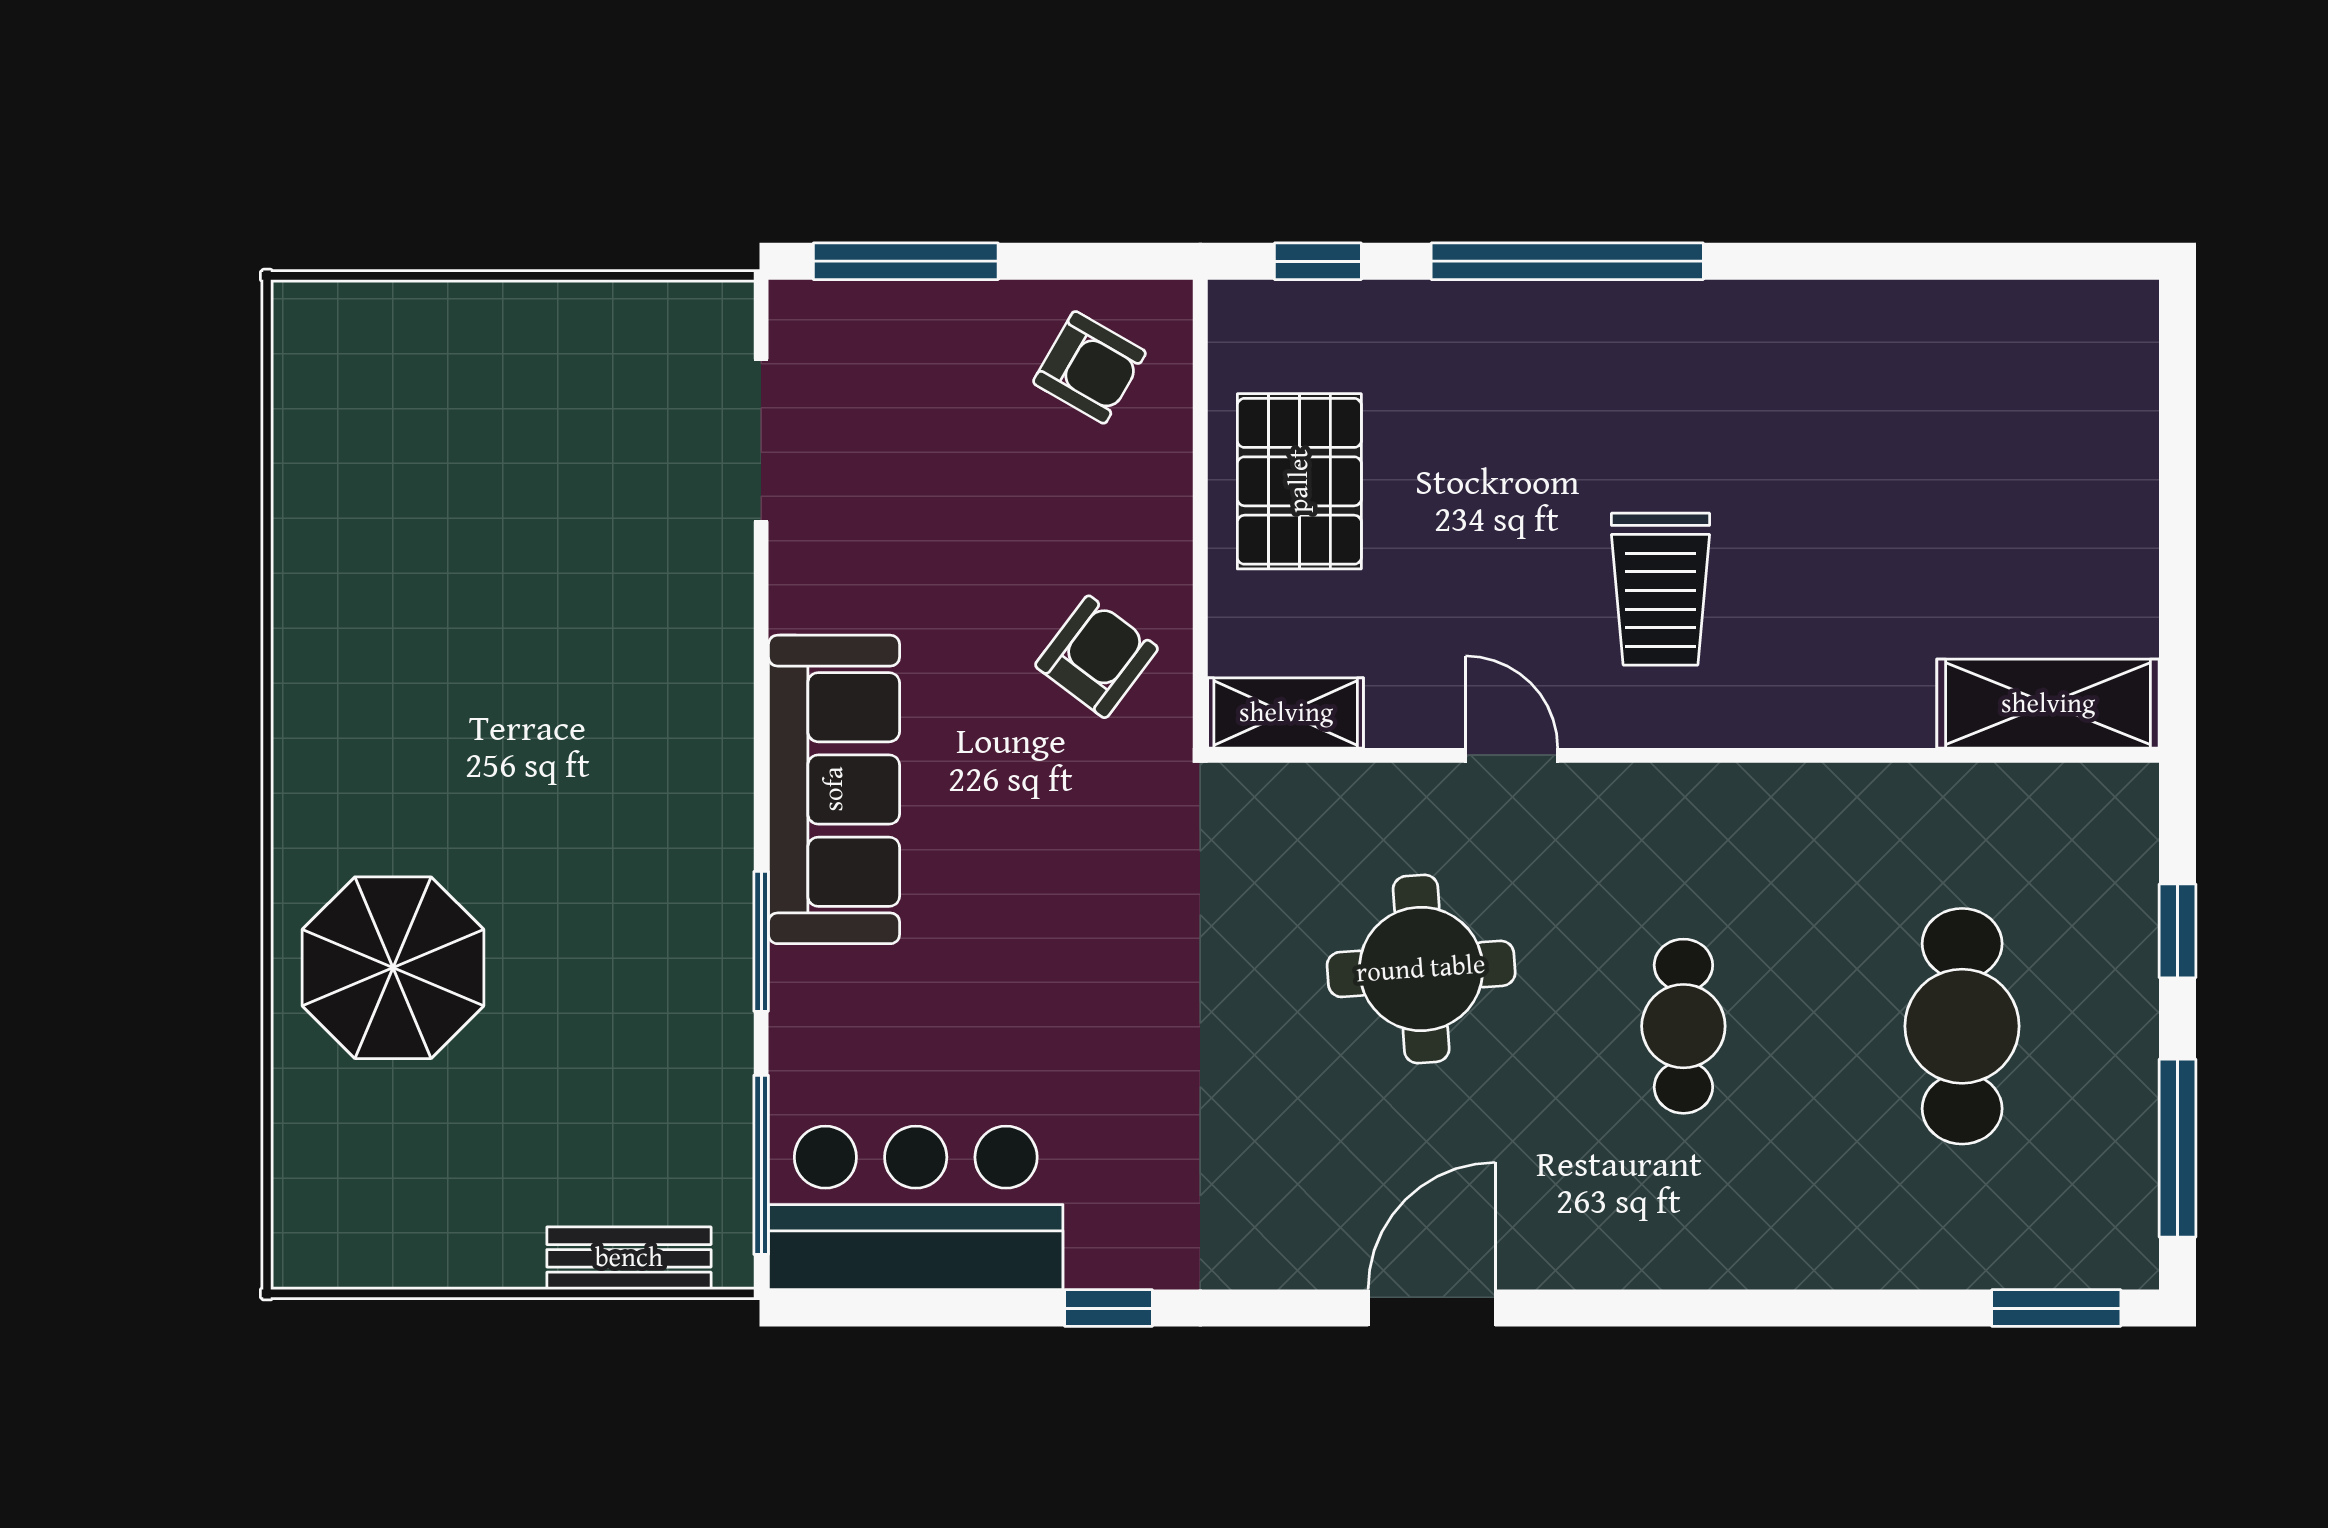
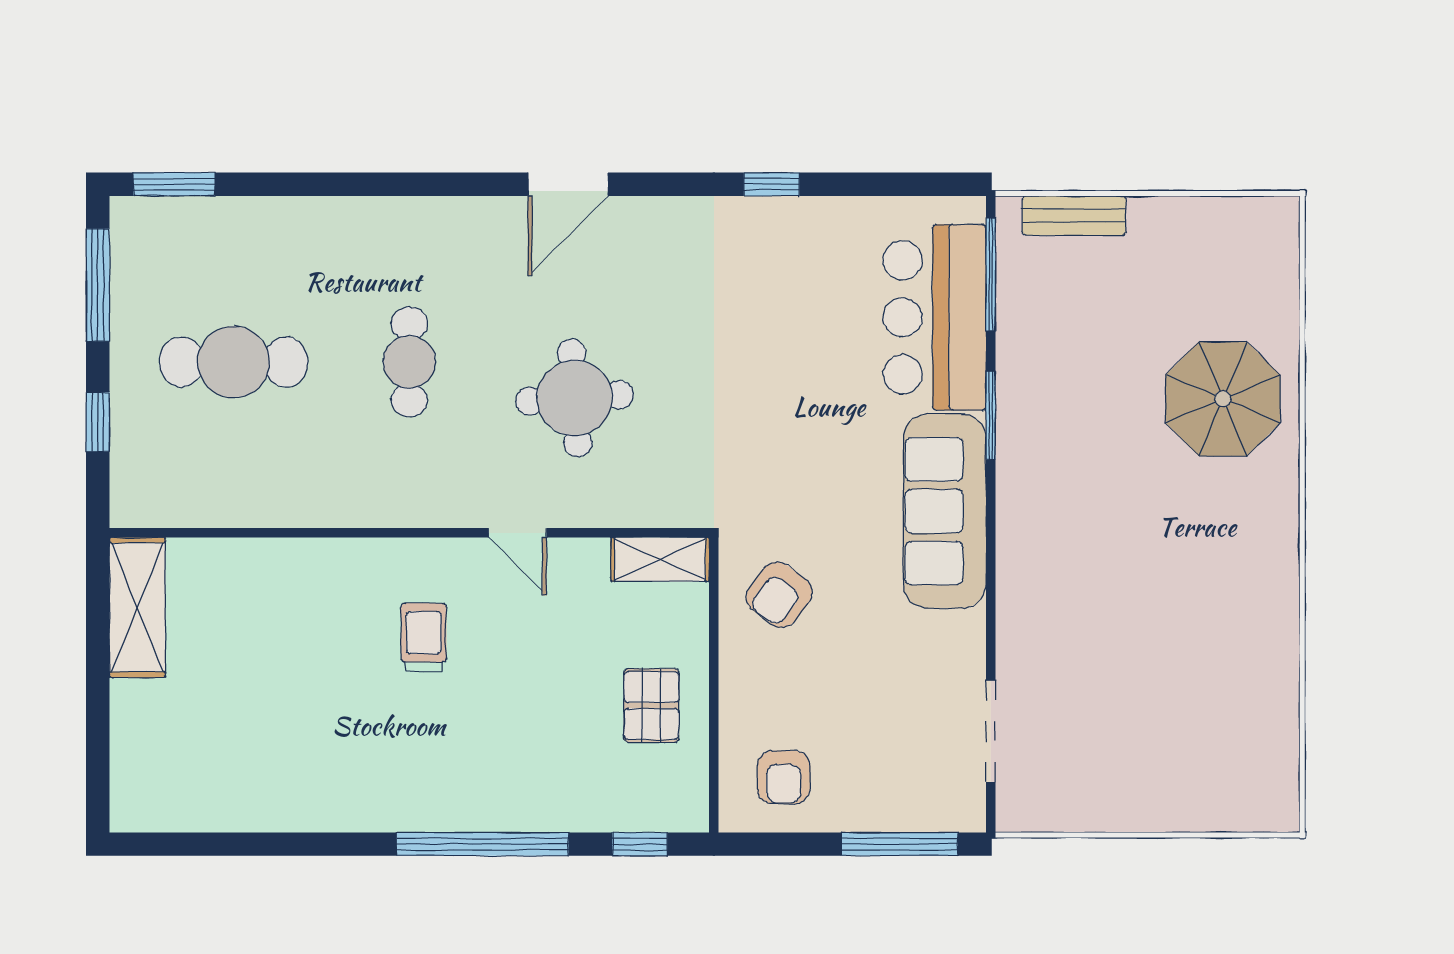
armchair: (1089, 367) -> (784, 777), turned -120
pallet: (1299, 481) -> (651, 705), width x0.67, depth x0.71
trolley: (1660, 589) -> (424, 637), width x0.73, depth x0.72
shelving: (2048, 704) -> (137, 607), moved, turned 90
cafe table: (1962, 1026) -> (234, 362), turned 90
bar counter: (916, 1208) -> (935, 317), moved, turned 90

